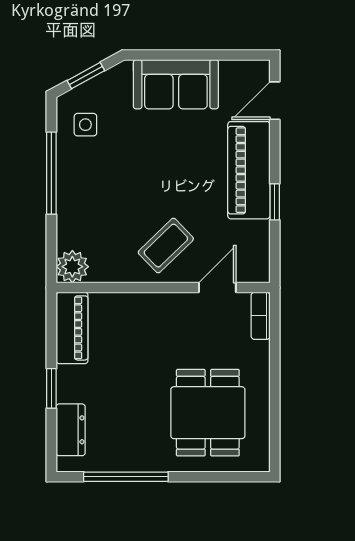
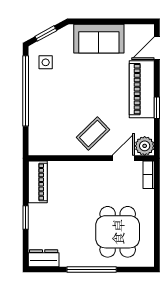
window: (51, 173) -> (26, 91), width x1.46
plant: (72, 267) -> (145, 146), moved
dresser: (71, 430) -> (44, 258), moved, turned -90
window: (126, 477) -> (92, 270), moved

